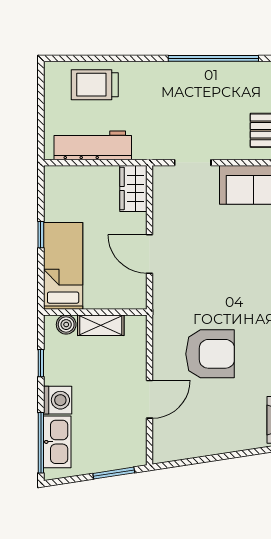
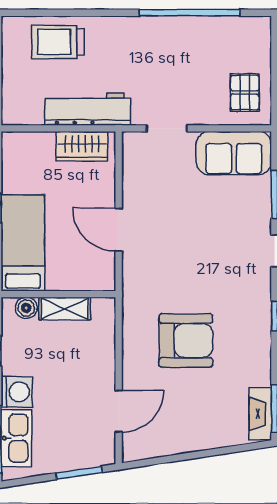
workbench: (93, 145) -> (88, 109), moved
wardrobe: (133, 189) -> (82, 146), moved, turned -90
door: (150, 399) -> (119, 411), moved

